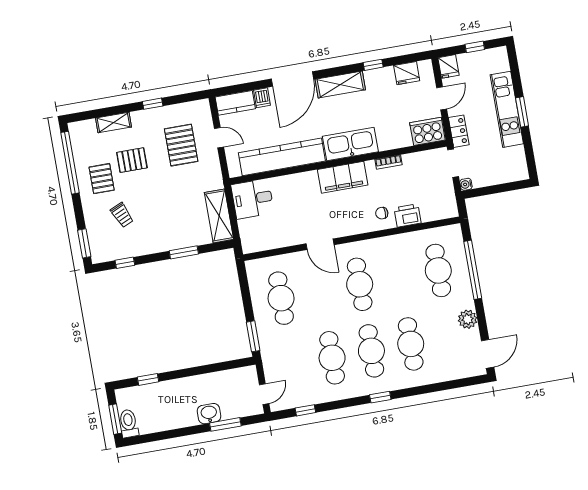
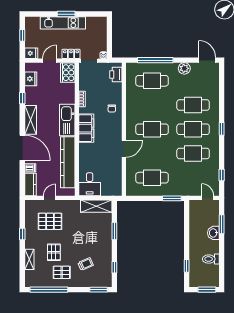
door: (442, 98) -> (50, 61), hinge flipped
printer: (407, 215) -> (116, 74), moved
toilet: (129, 423) -> (211, 259), moved

